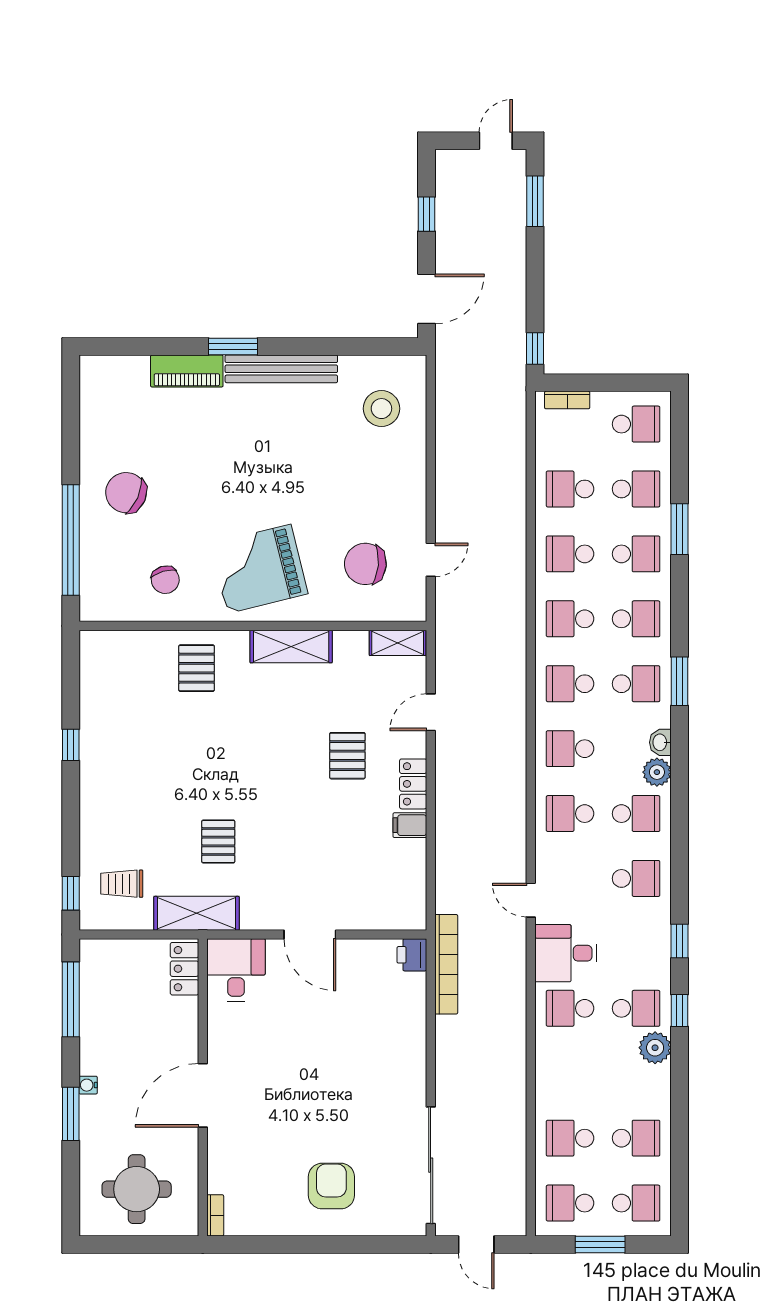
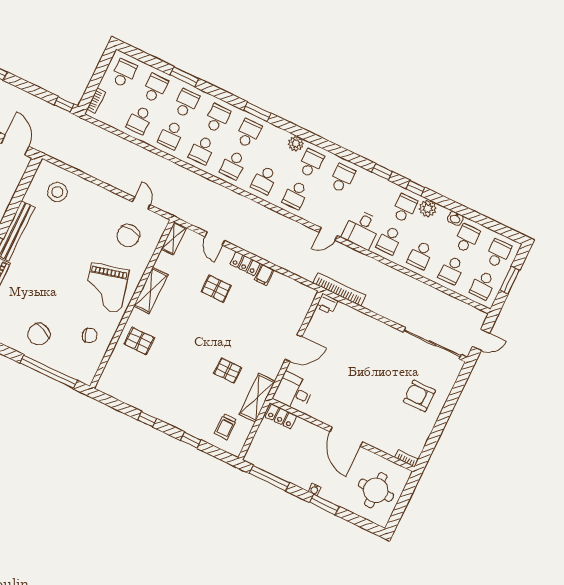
washbasin: (660, 742) -> (455, 218), moved
window: (71, 893) -> (191, 440), moved
school desk: (570, 1073) -> (420, 255), added

